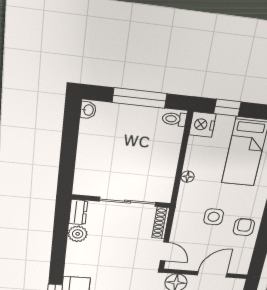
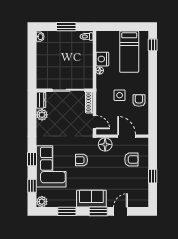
window: (140, 98) -> (66, 27), width x0.69
window: (227, 108) -> (114, 27), removed
nightstand: (202, 125) -> (102, 59), moved
door: (212, 274) -> (127, 136), hinge flipped

